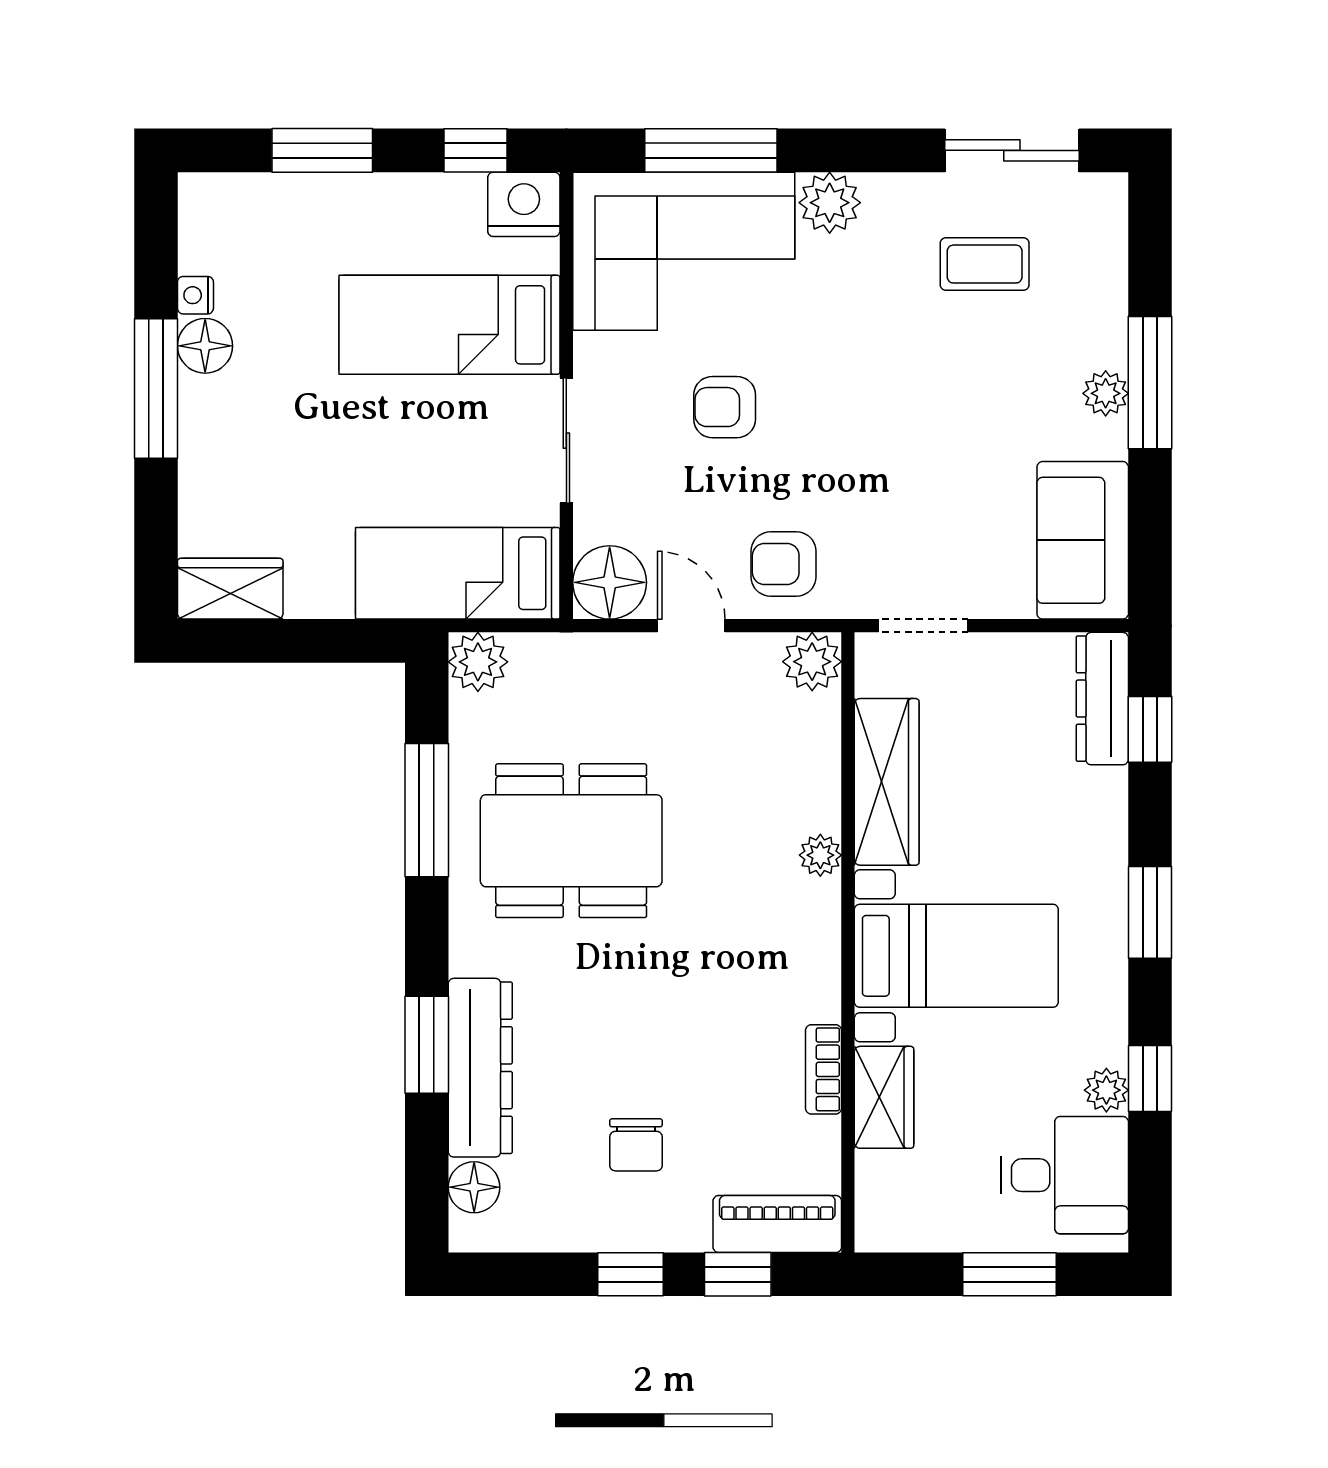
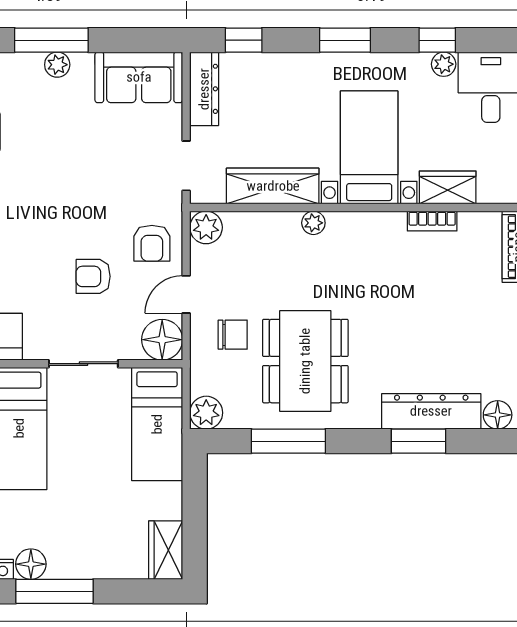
armchair: (725, 407) -> (93, 276), moved, turned 90
dresser: (1102, 699) -> (204, 89), moved, turned -90
chair: (636, 1145) -> (233, 335), moved

